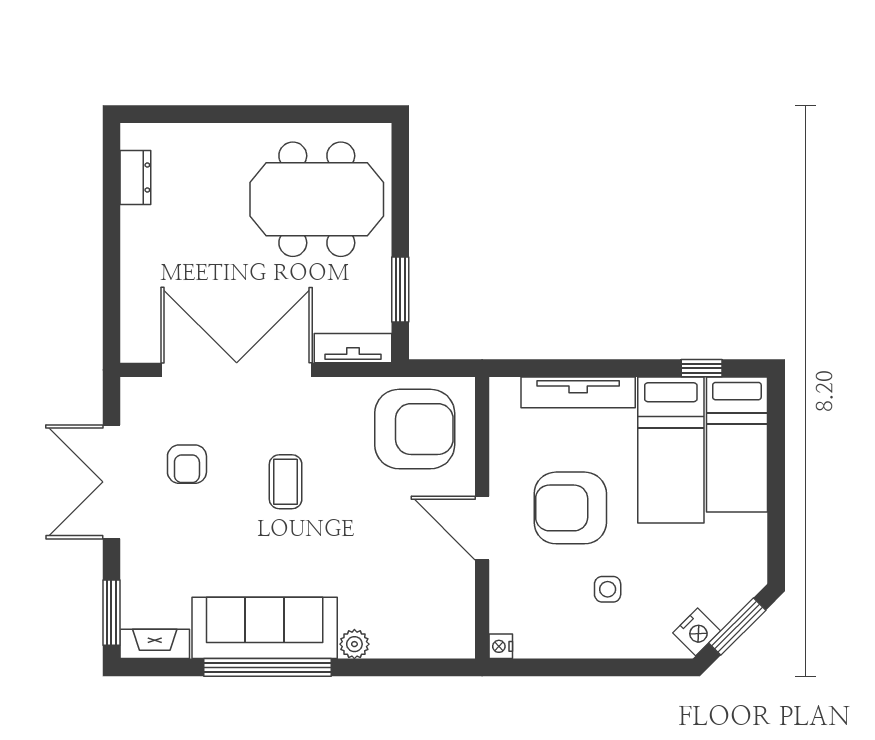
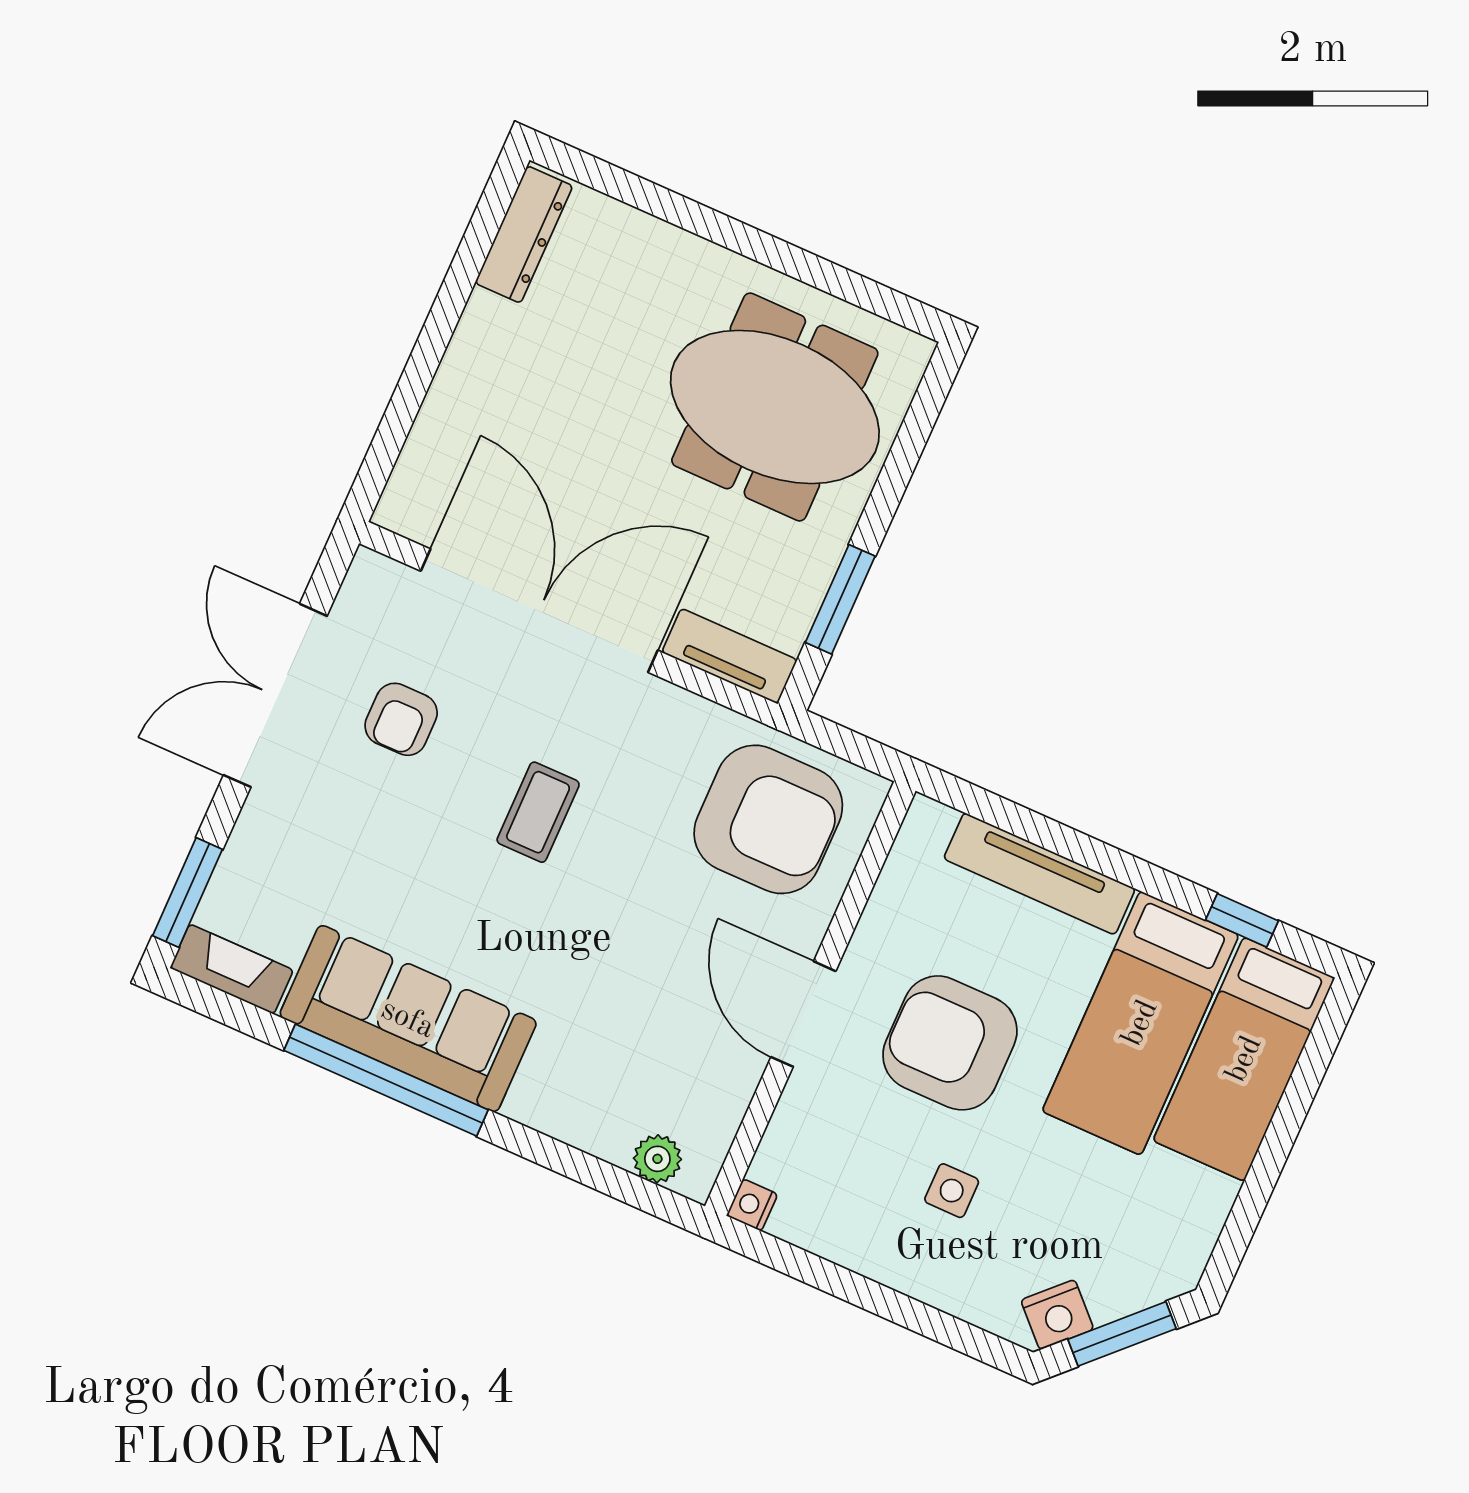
dresser: (135, 177) -> (524, 234), width x1.44
plant: (354, 644) -> (657, 1159), moved

